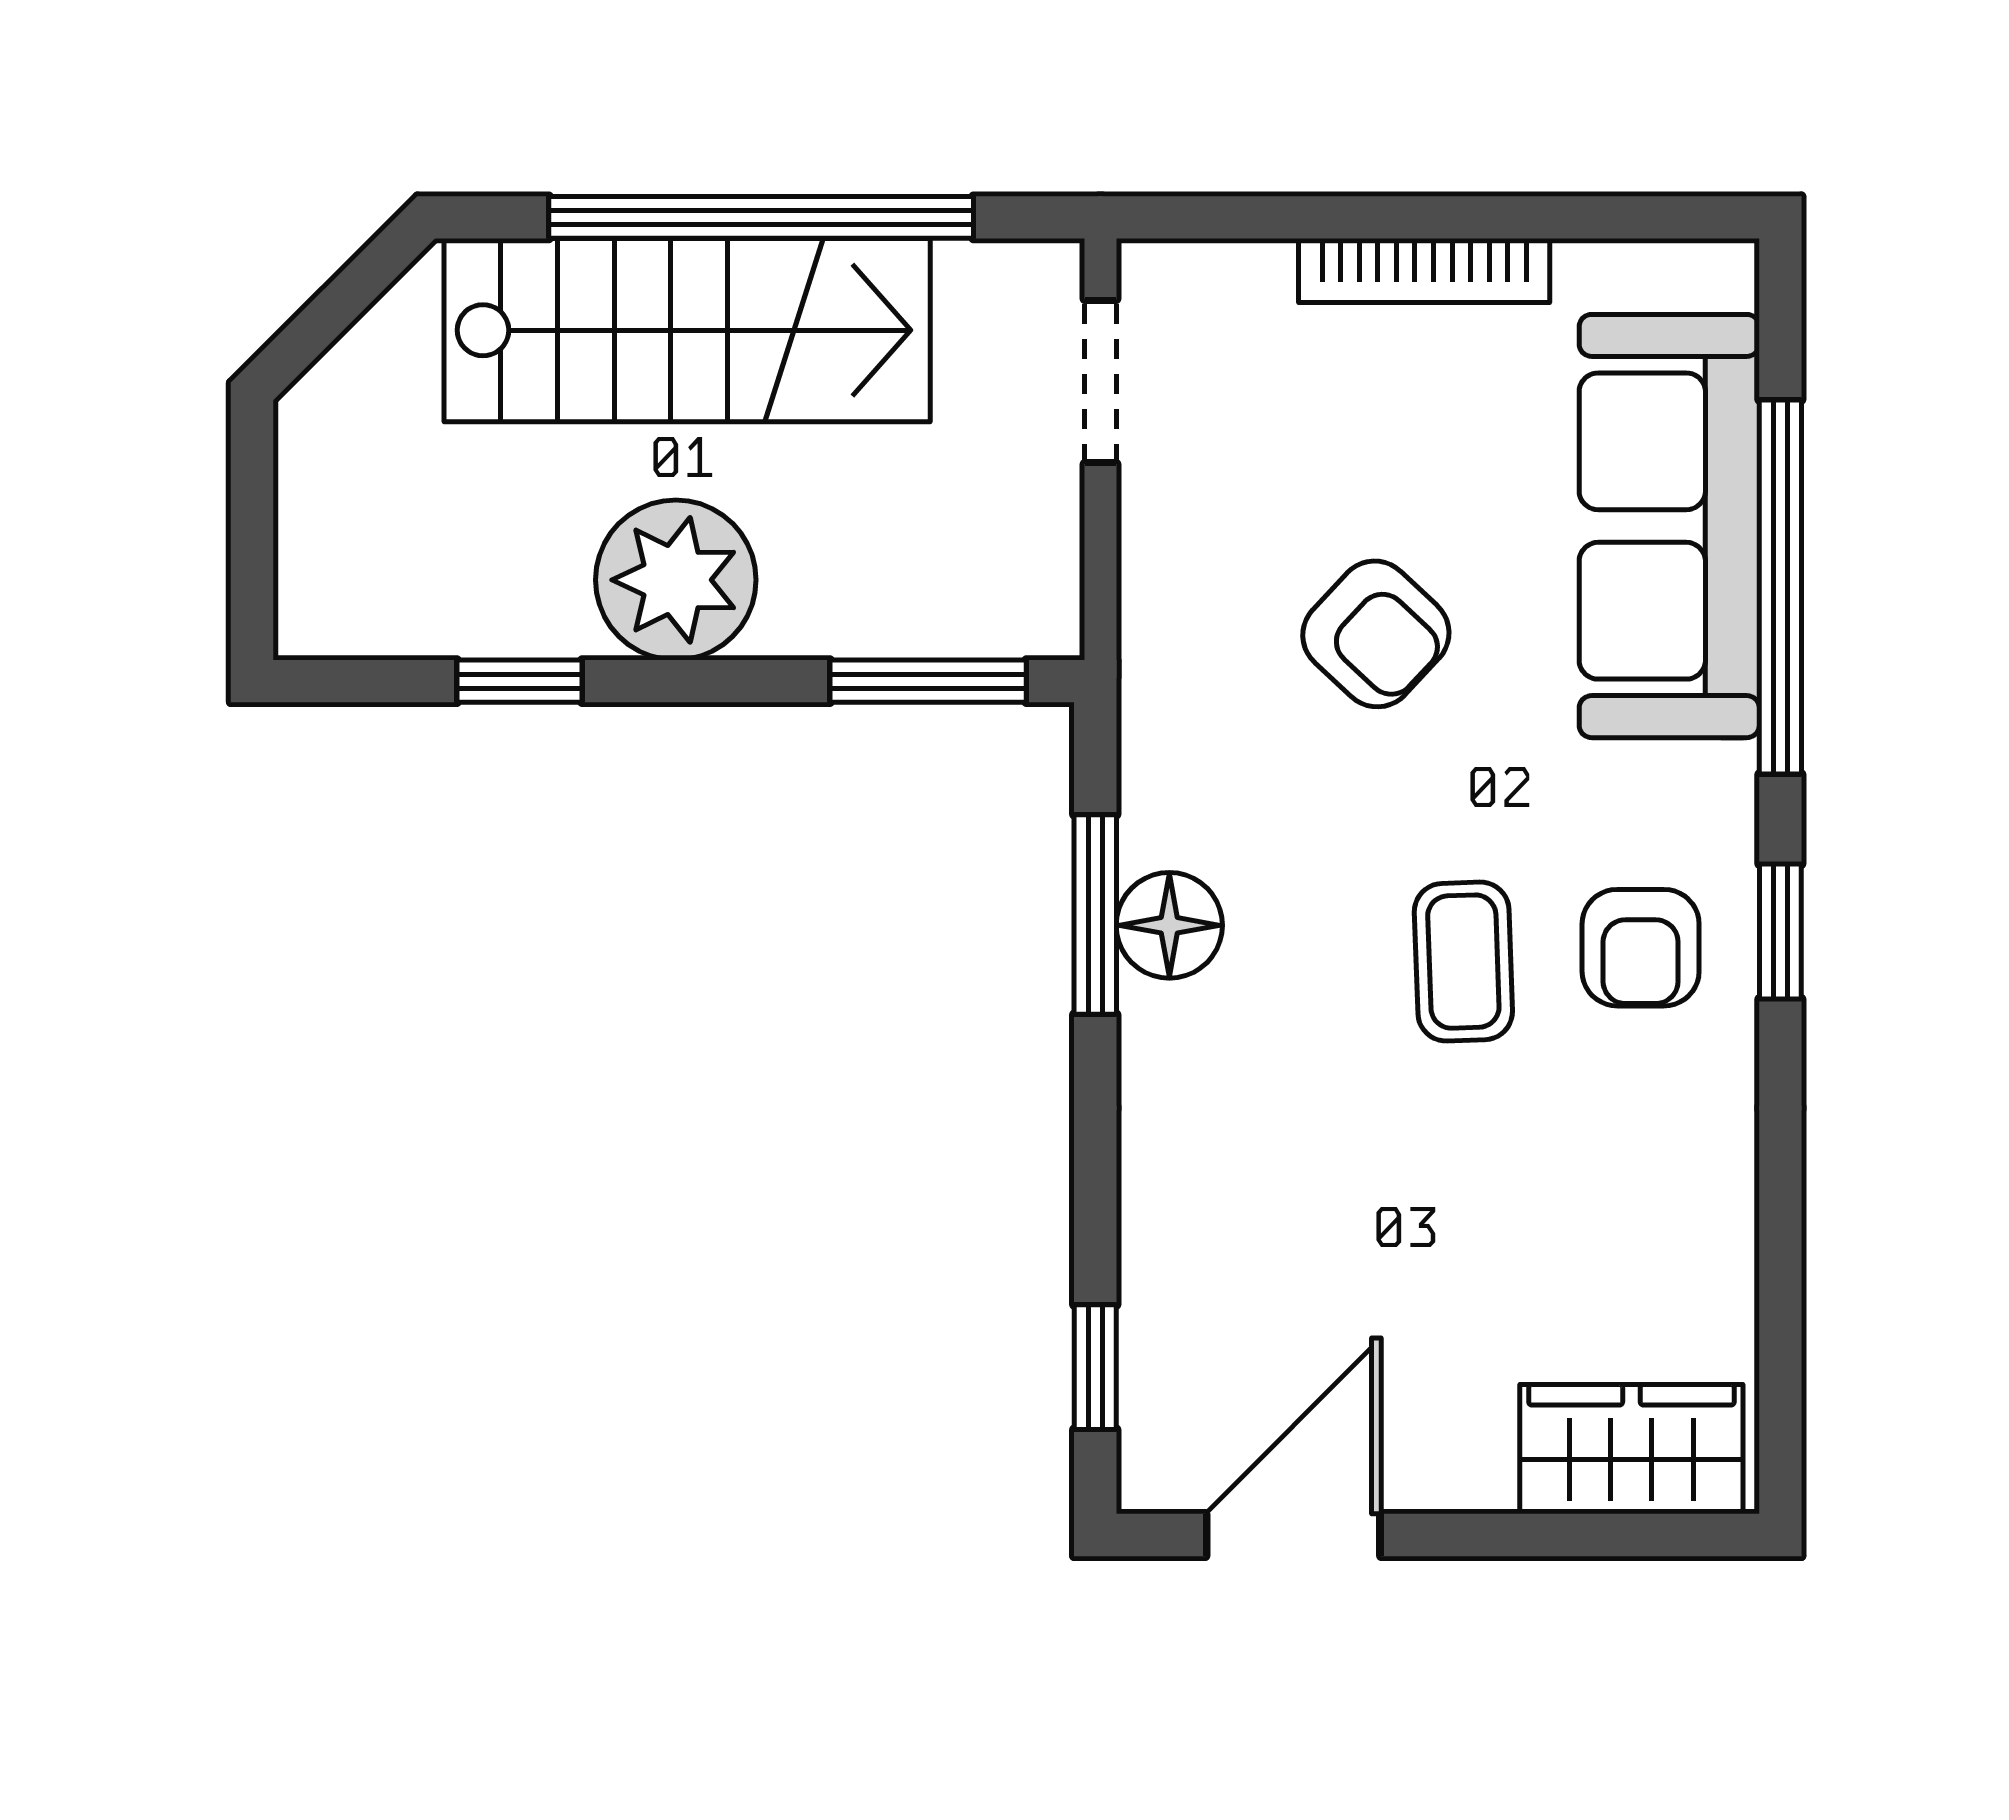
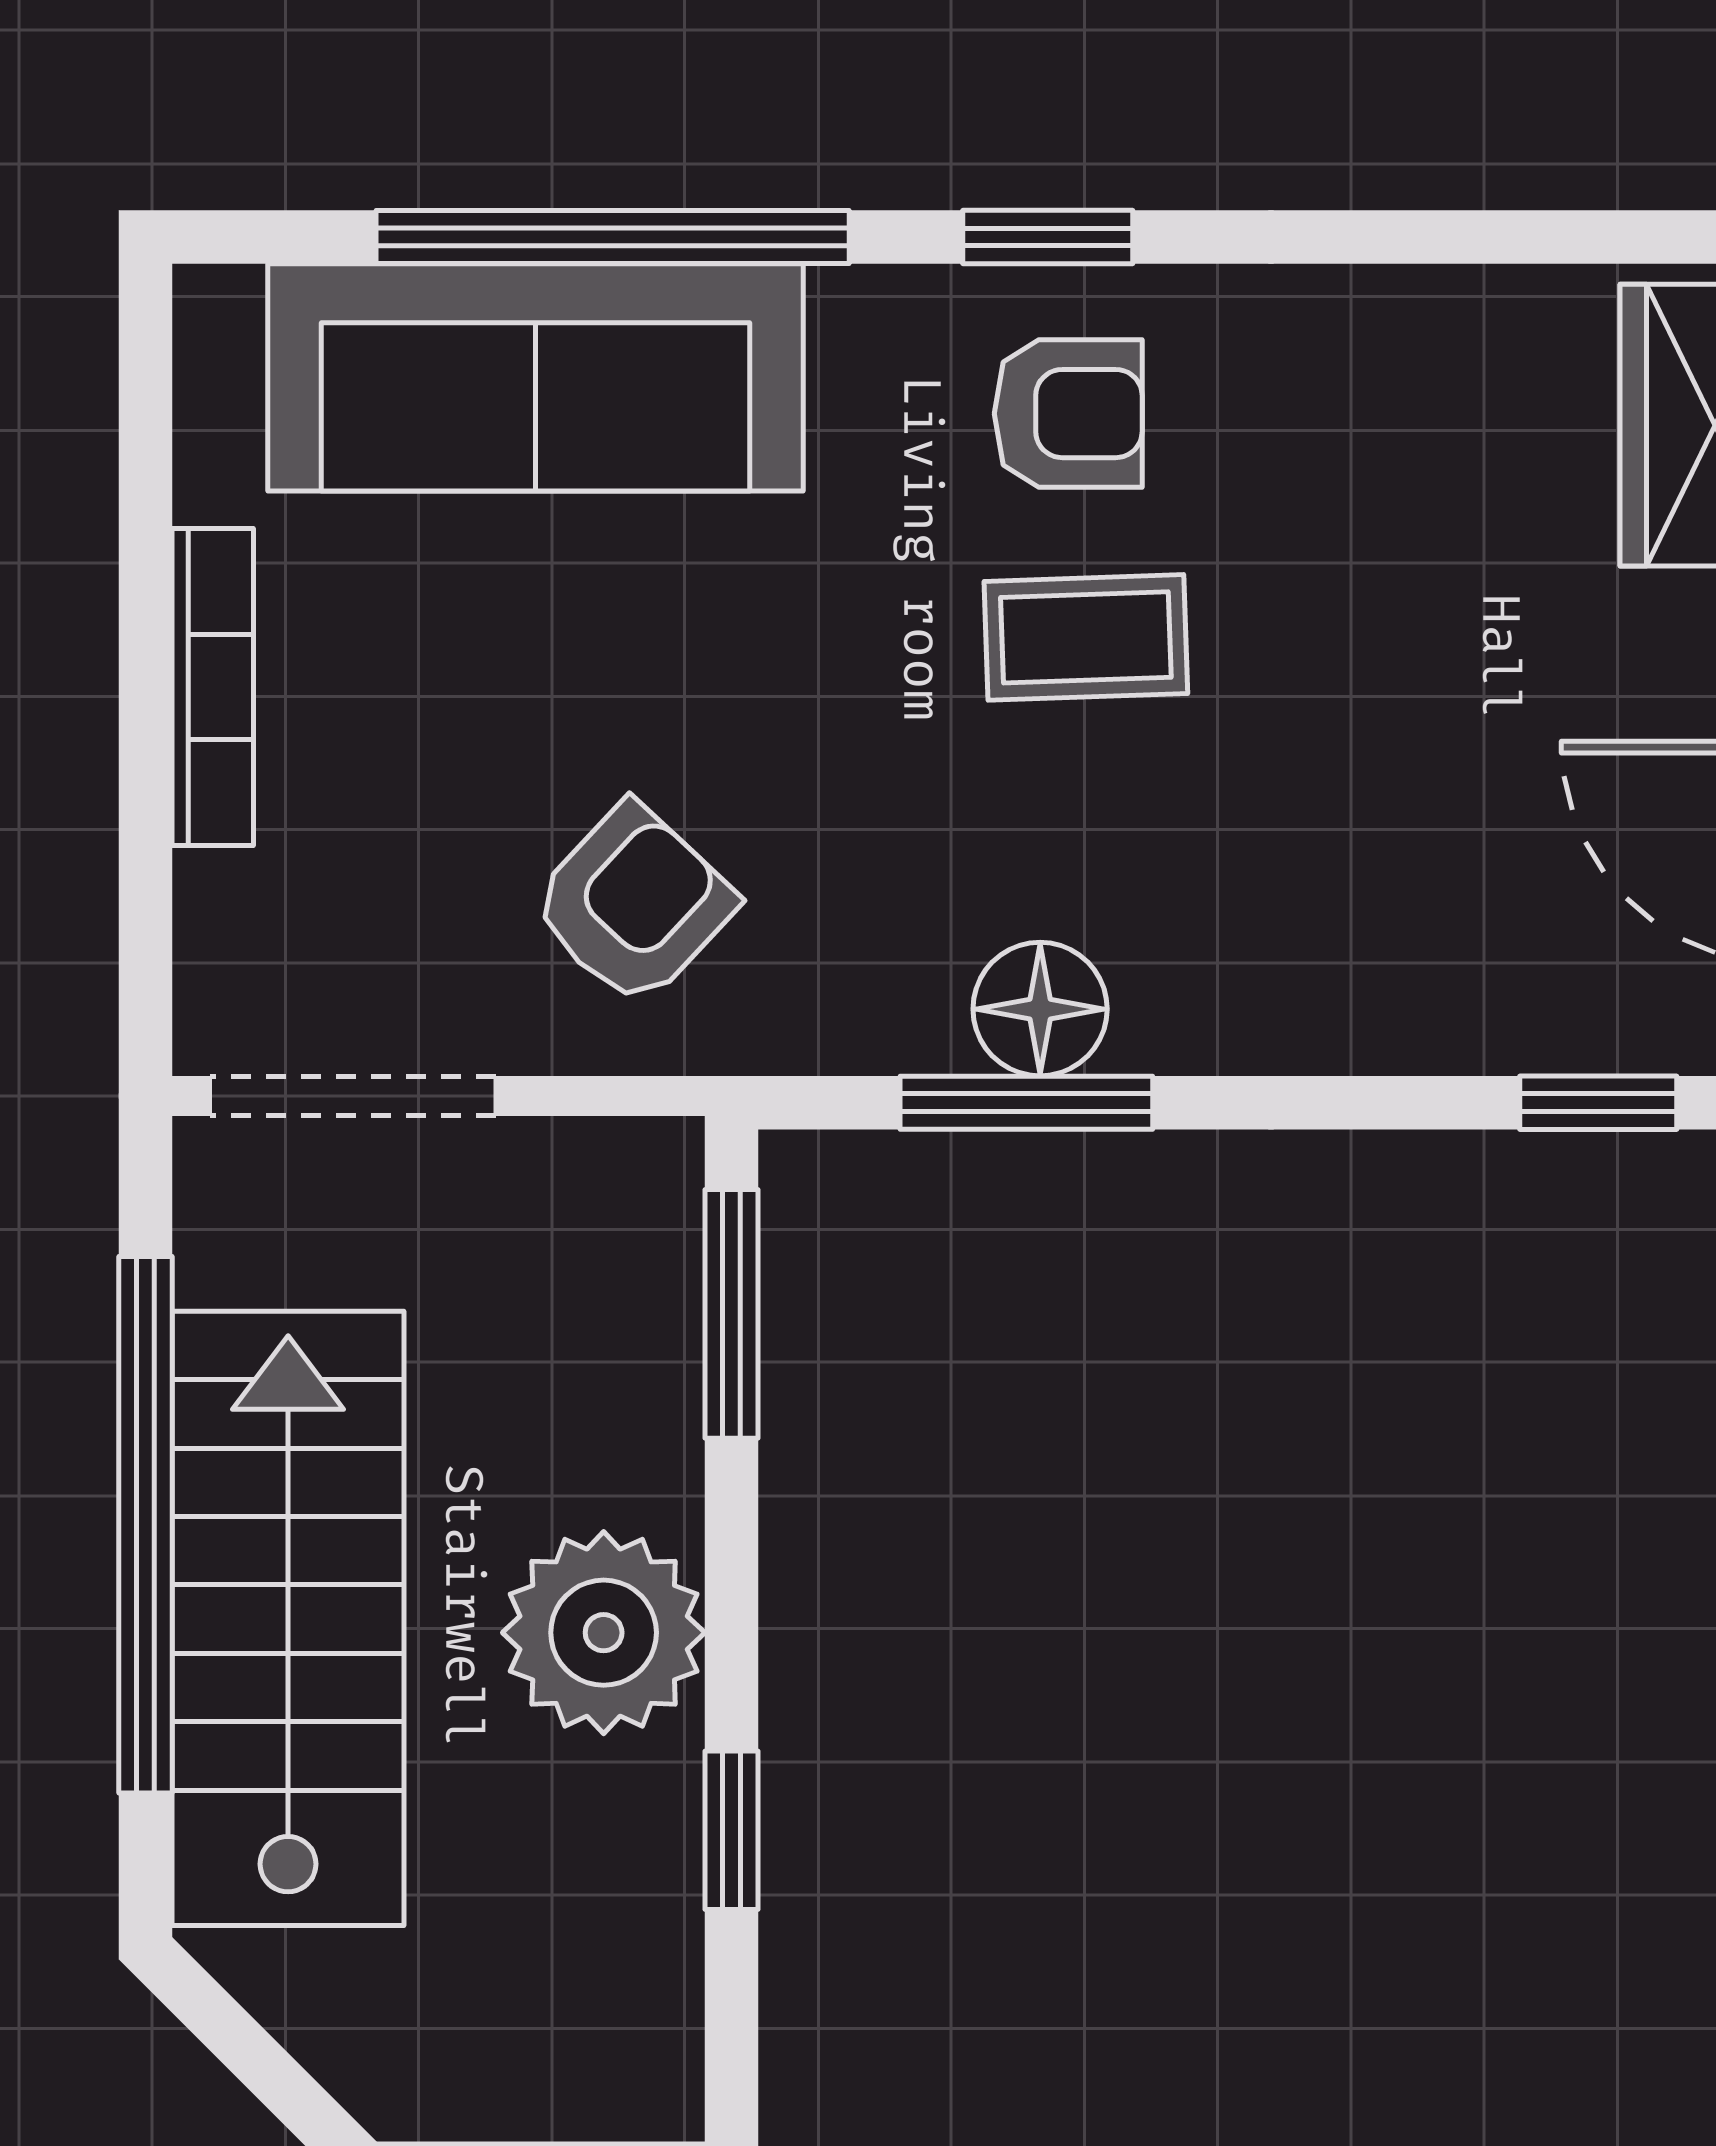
doorway: (1100, 382) -> (353, 1096), width x1.38
armchair: (1376, 634) -> (633, 904), moved

